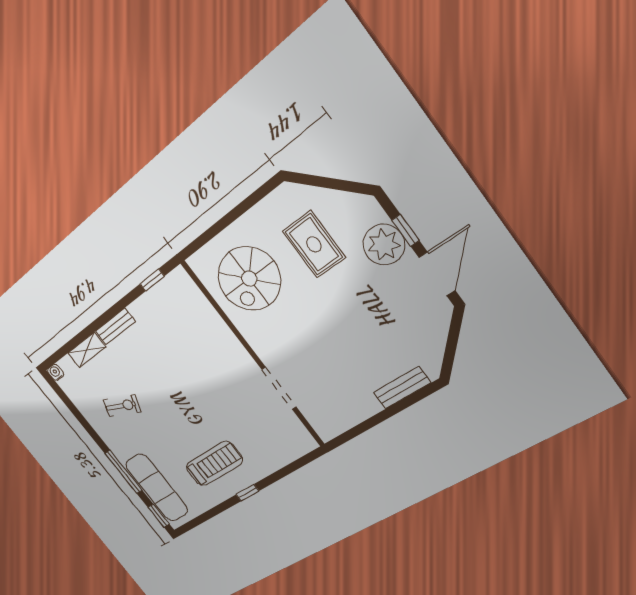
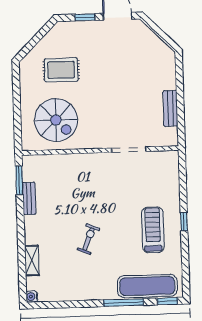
plant: (384, 245) -> (85, 33), removed
window: (152, 280) -> (19, 180), width x1.50
bench: (115, 326) -> (29, 198), moved
bench: (402, 388) -> (170, 108), moved
exercise bike: (122, 406) -> (88, 239), moved

